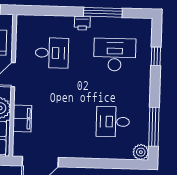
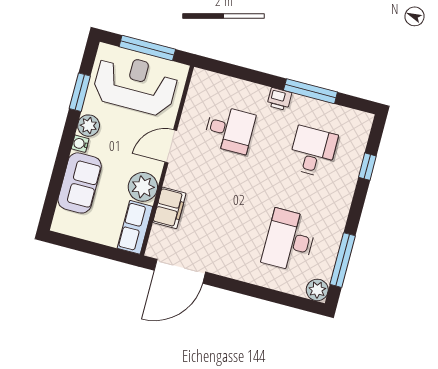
desk: (115, 55) -> (313, 152), width x0.73
desk: (113, 122) -> (289, 240), width x1.37

